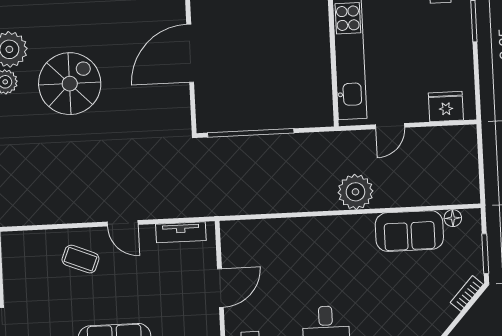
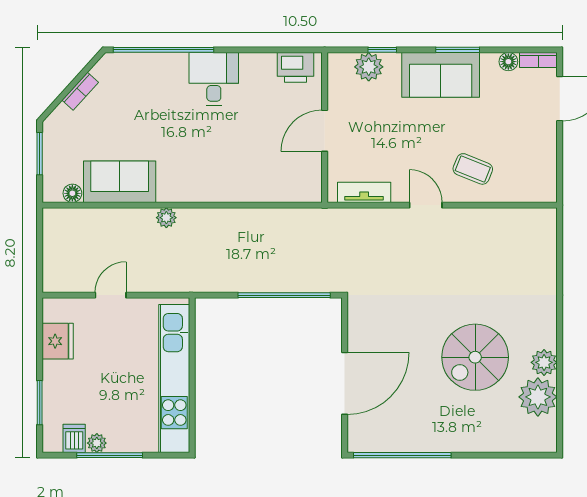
fridge: (446, 106) -> (58, 341), moved, turned -90
door: (390, 126) -> (111, 295), moved
plant: (355, 192) -> (166, 218), width x0.53, depth x0.53
bookcase: (467, 294) -> (80, 91), moved

